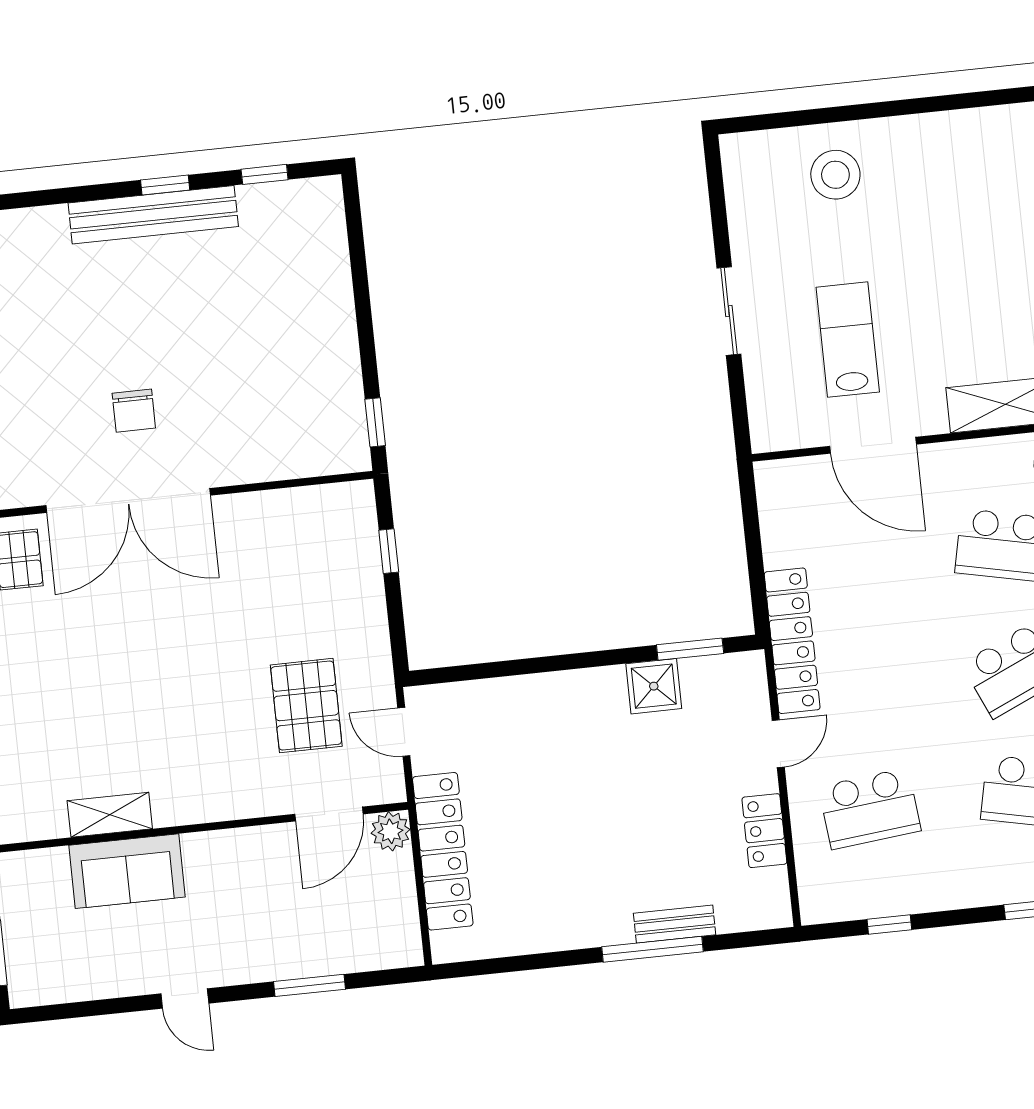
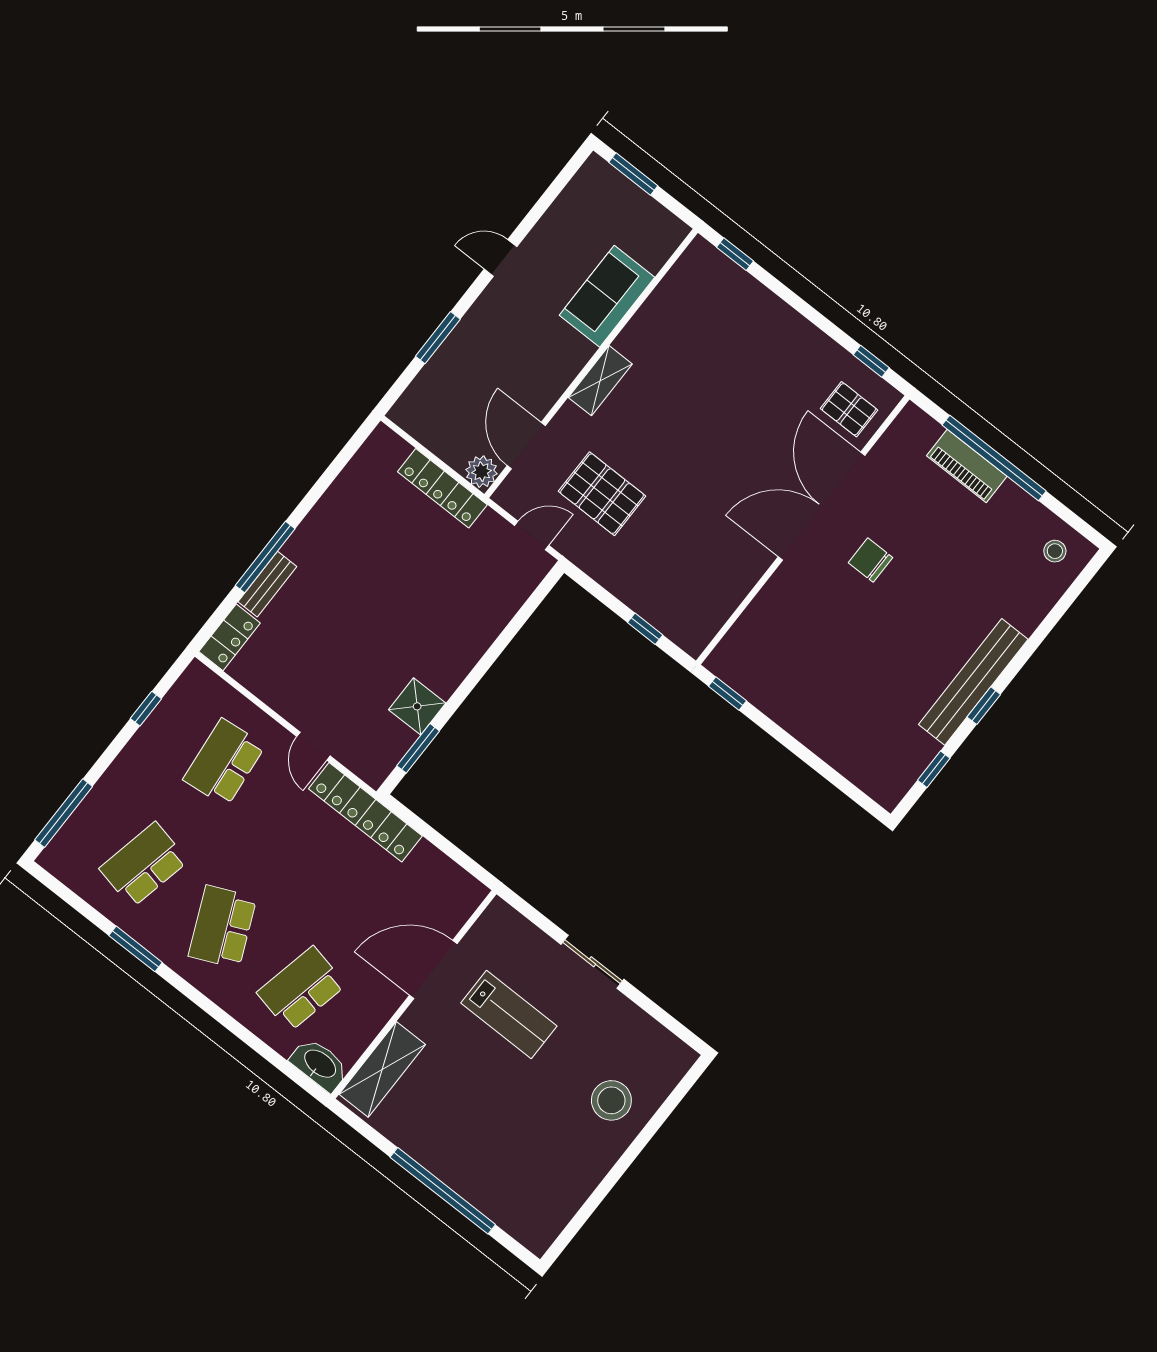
shelving: (110, 815) -> (600, 381), moved
locker: (764, 831) -> (230, 637), moved, turned 90
locker: (443, 851) -> (442, 488), width x0.71, depth x0.83

